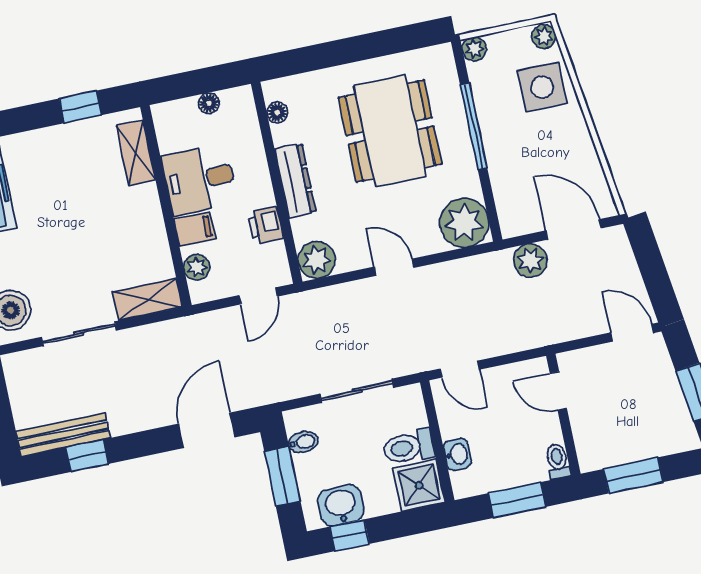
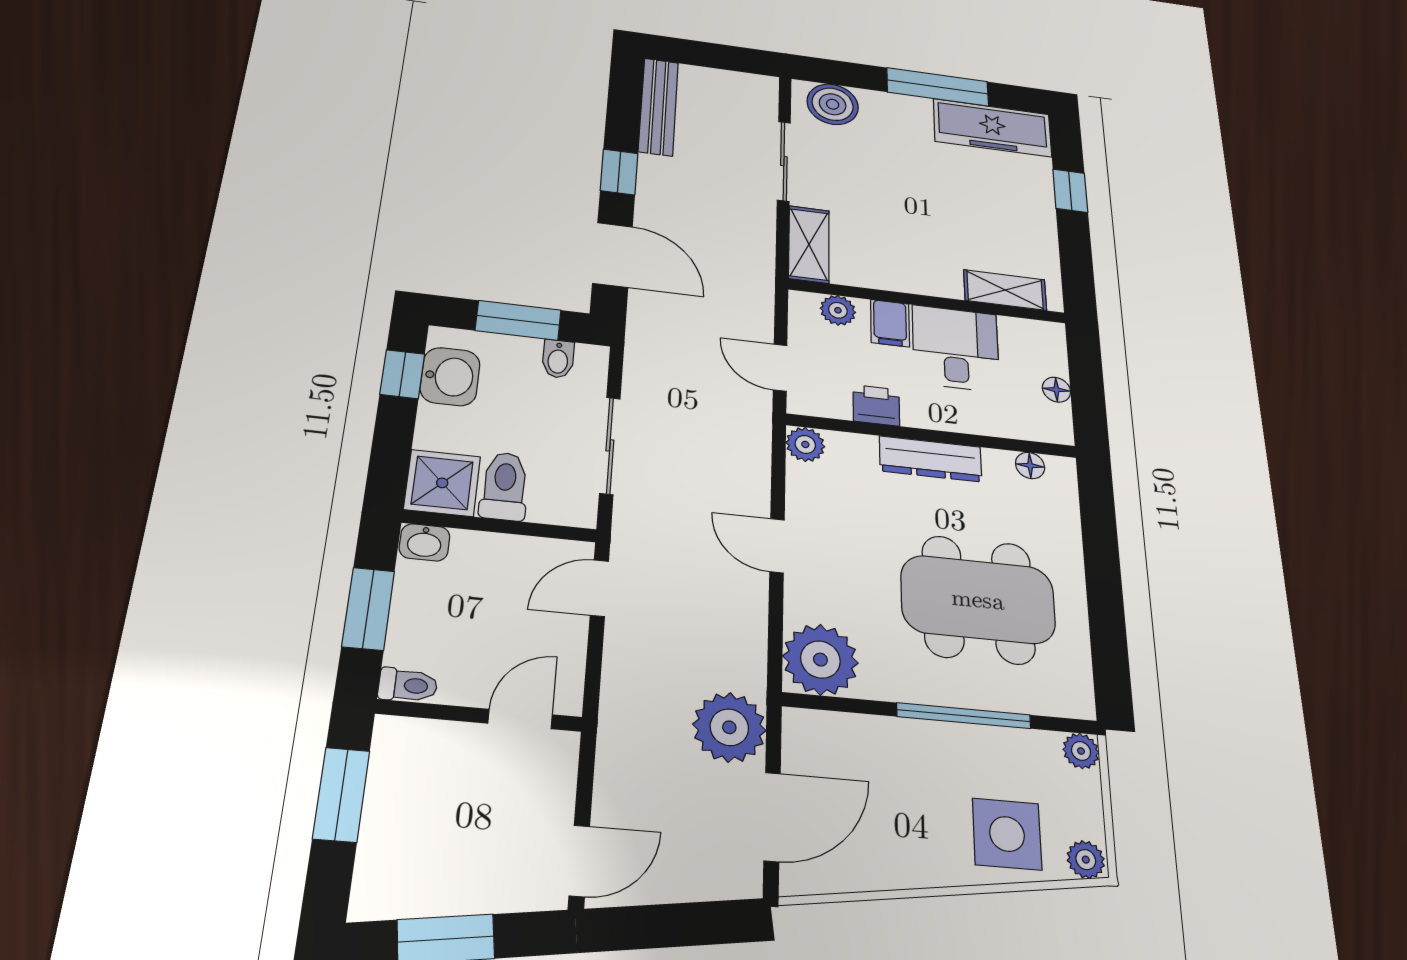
window: (80, 107) -> (1070, 191), moved
plant: (317, 260) -> (805, 444), width x0.73, depth x0.73
plant: (530, 261) -> (729, 727), width x1.36, depth x1.36
door: (394, 267) -> (777, 546), swing flipped
washbasin: (457, 454) -> (424, 542), moved
window: (87, 456) -> (619, 172), moved

